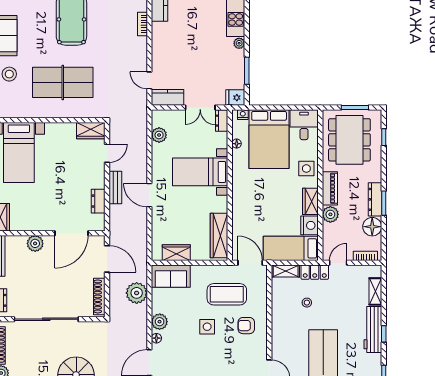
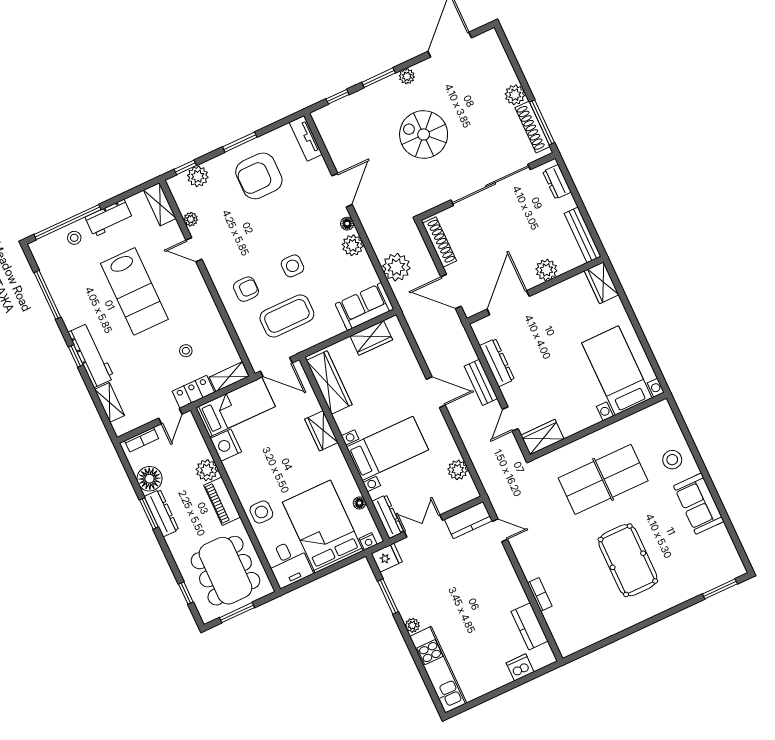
dresser: (222, 121) -> (388, 517), width x1.44
dresser: (98, 201) -> (497, 363), width x1.44
wardrobe: (310, 201) -> (321, 431), moved, turned 180

